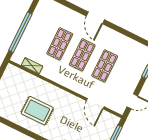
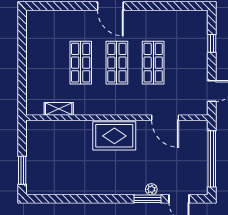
window: (20, 32) -> (22, 73), removed
rug: (37, 111) -> (114, 136), moved

